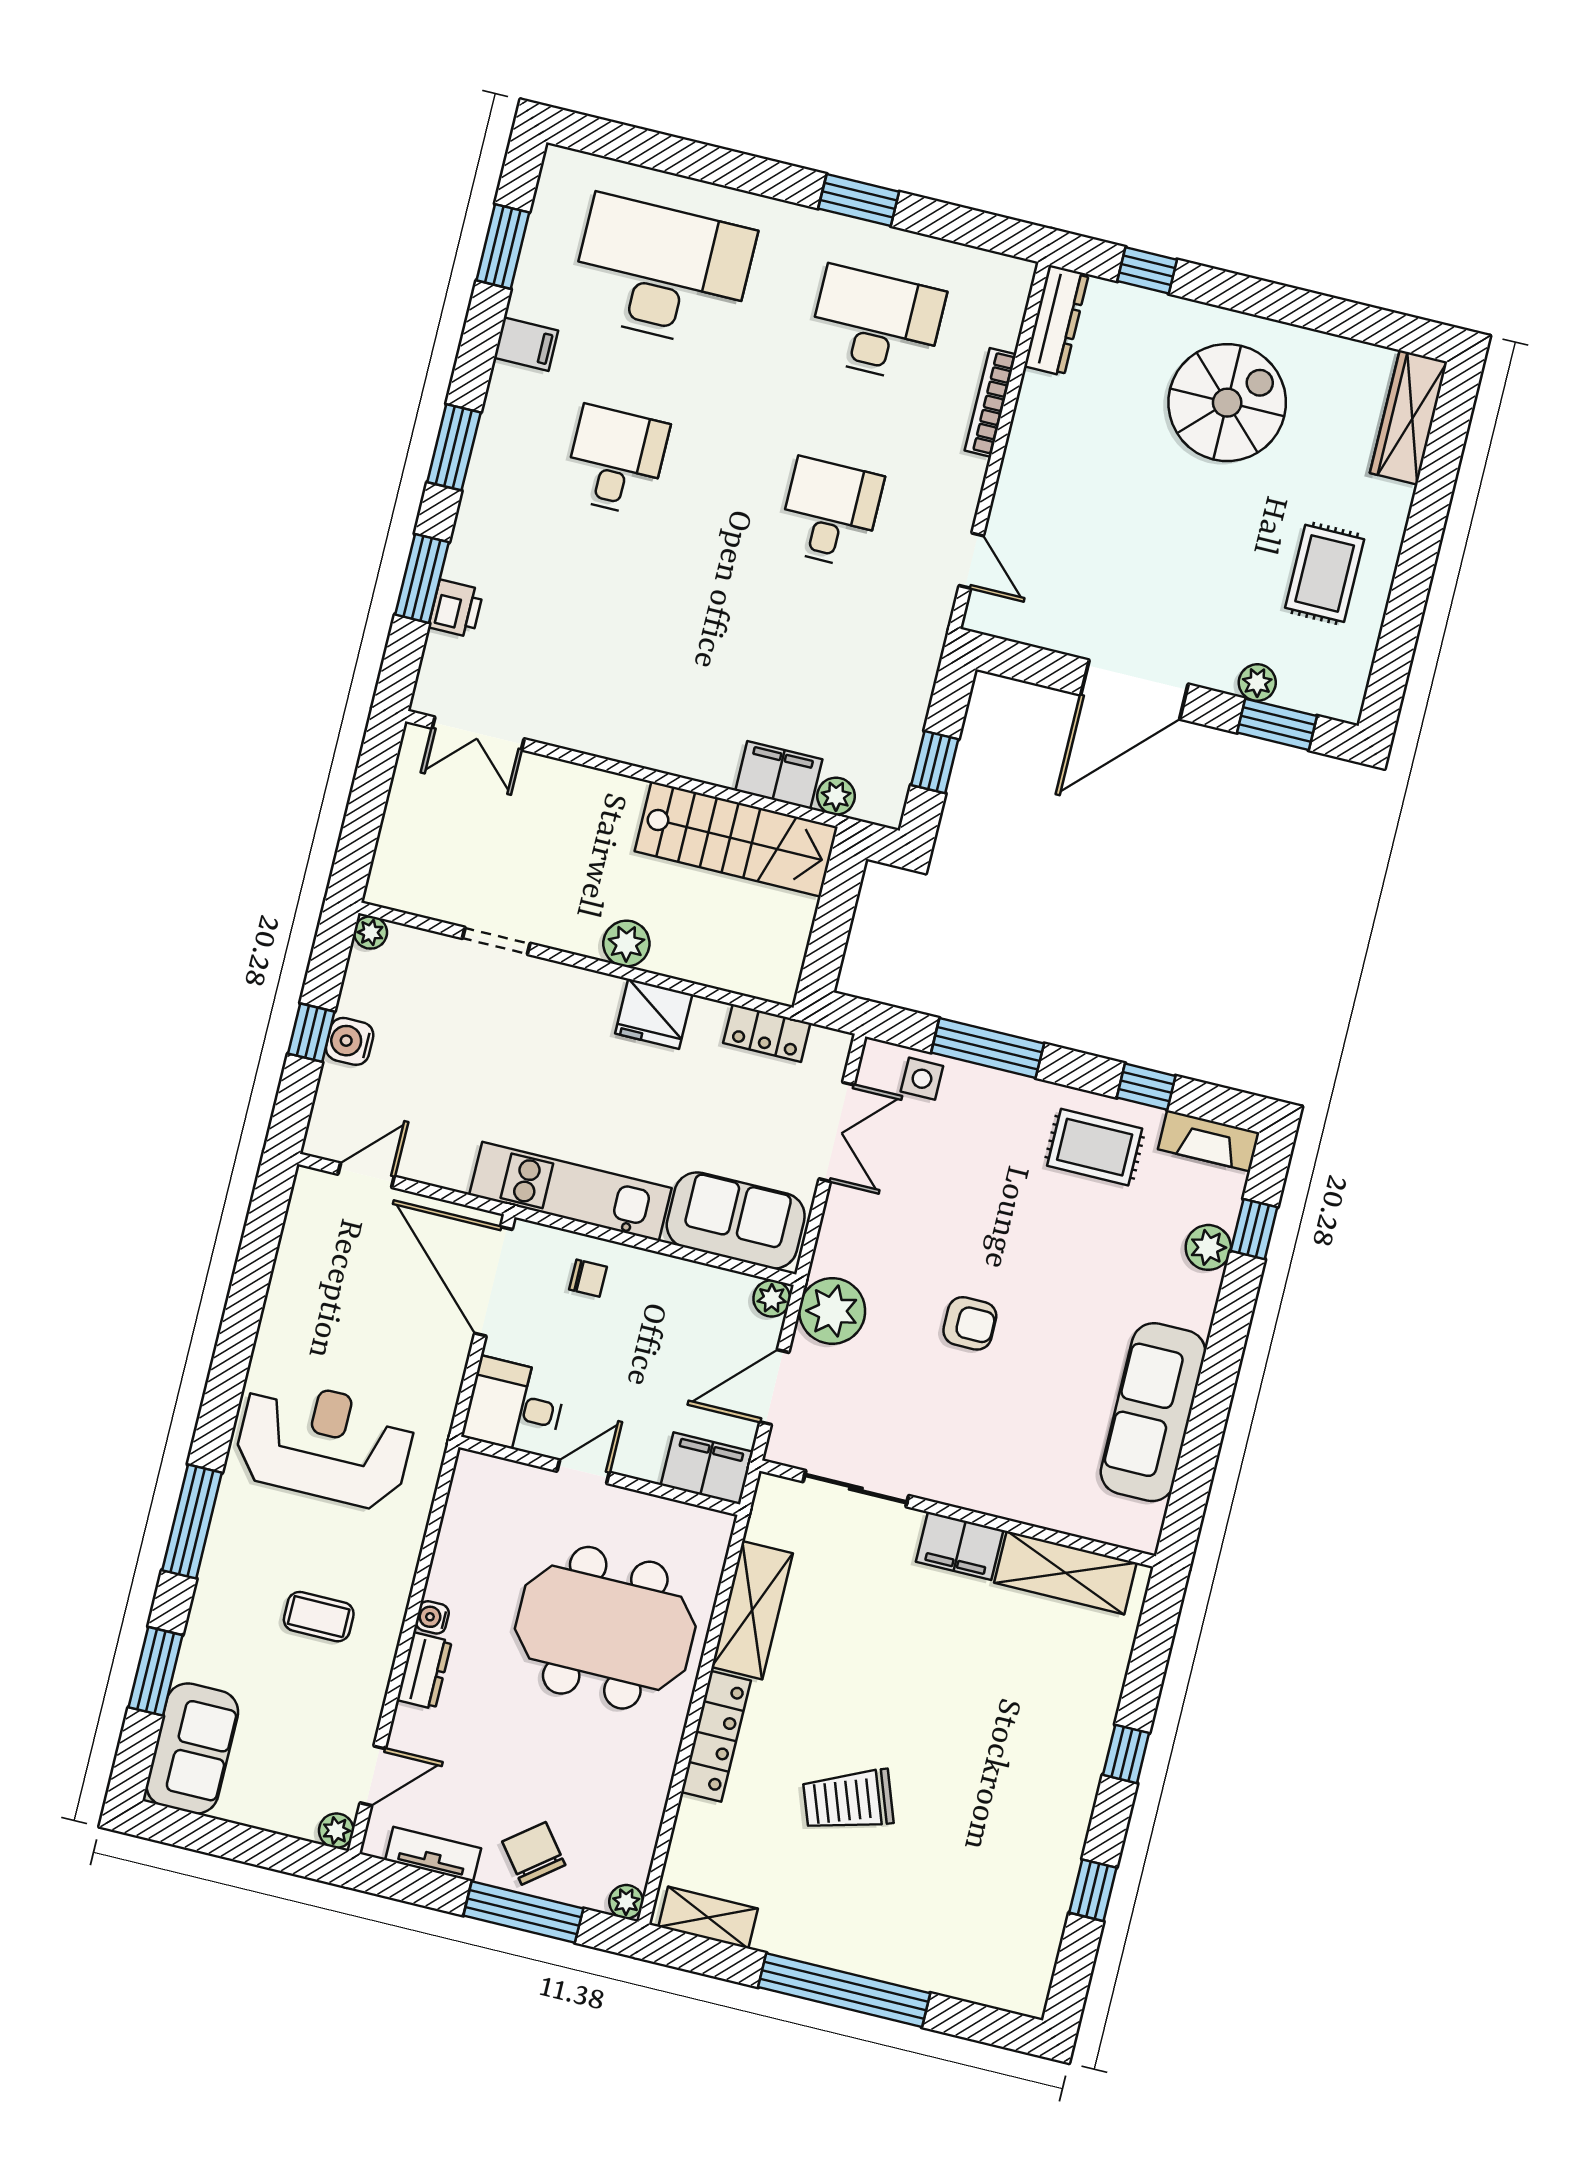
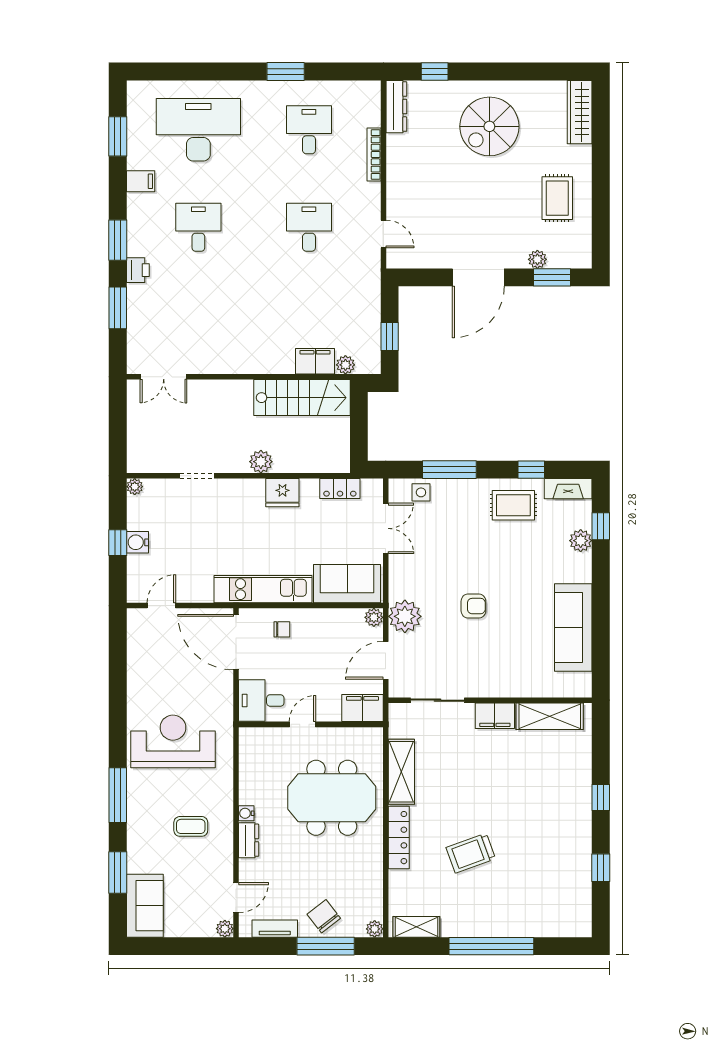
desk: (876, 324) -> (309, 130), width x0.73
spiral stairs: (1227, 403) -> (489, 126), turned 180
printer: (456, 609) -> (138, 270), moved

